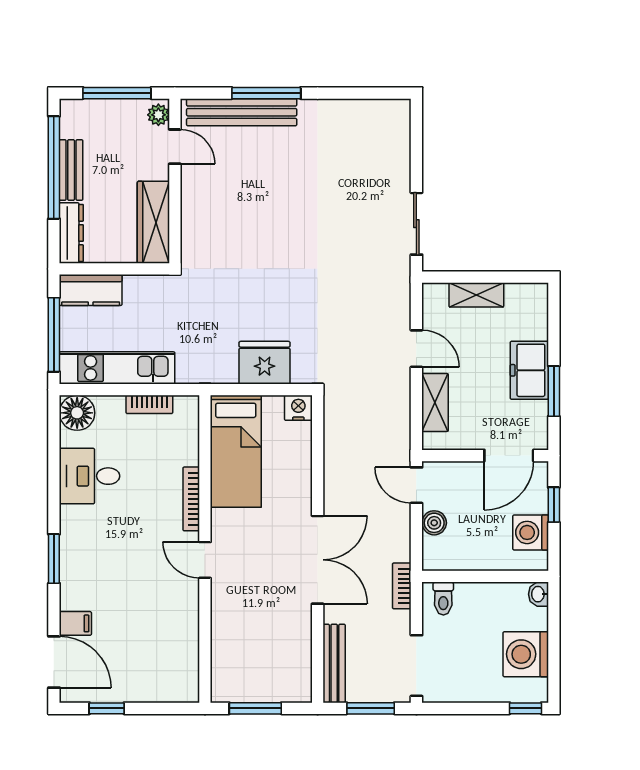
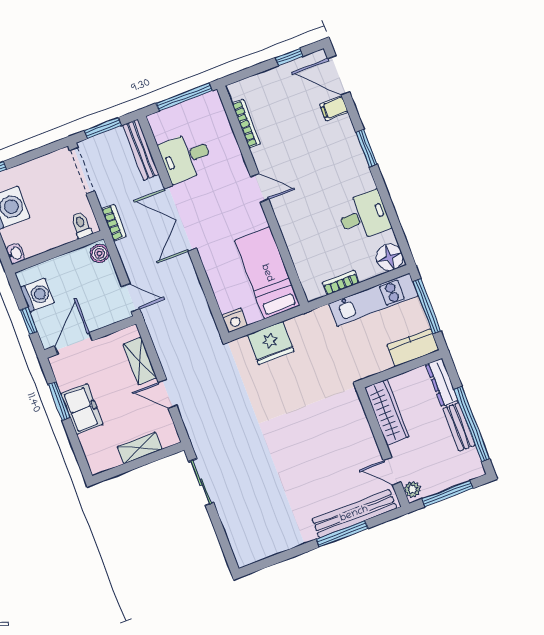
bookcase: (191, 499) -> (246, 124), moved
boiler: (434, 523) -> (100, 254), moved
desk: (282, 633) -> (186, 157), added
window: (255, 708) -> (184, 97), width x1.44

